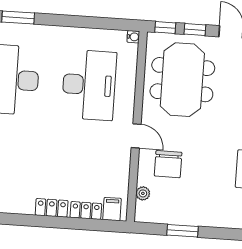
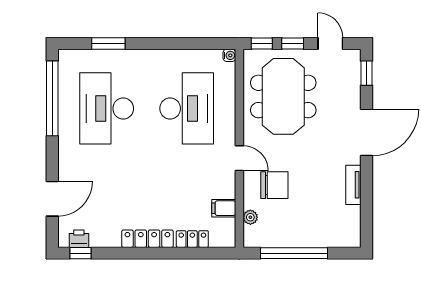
chair: (168, 164) -> (274, 185), turned -90
locker: (52, 208) -> (147, 239), width x1.53
filing cabinet: (112, 209) -> (224, 208), moved, turned -90
window: (183, 231) -> (294, 253), width x2.11

